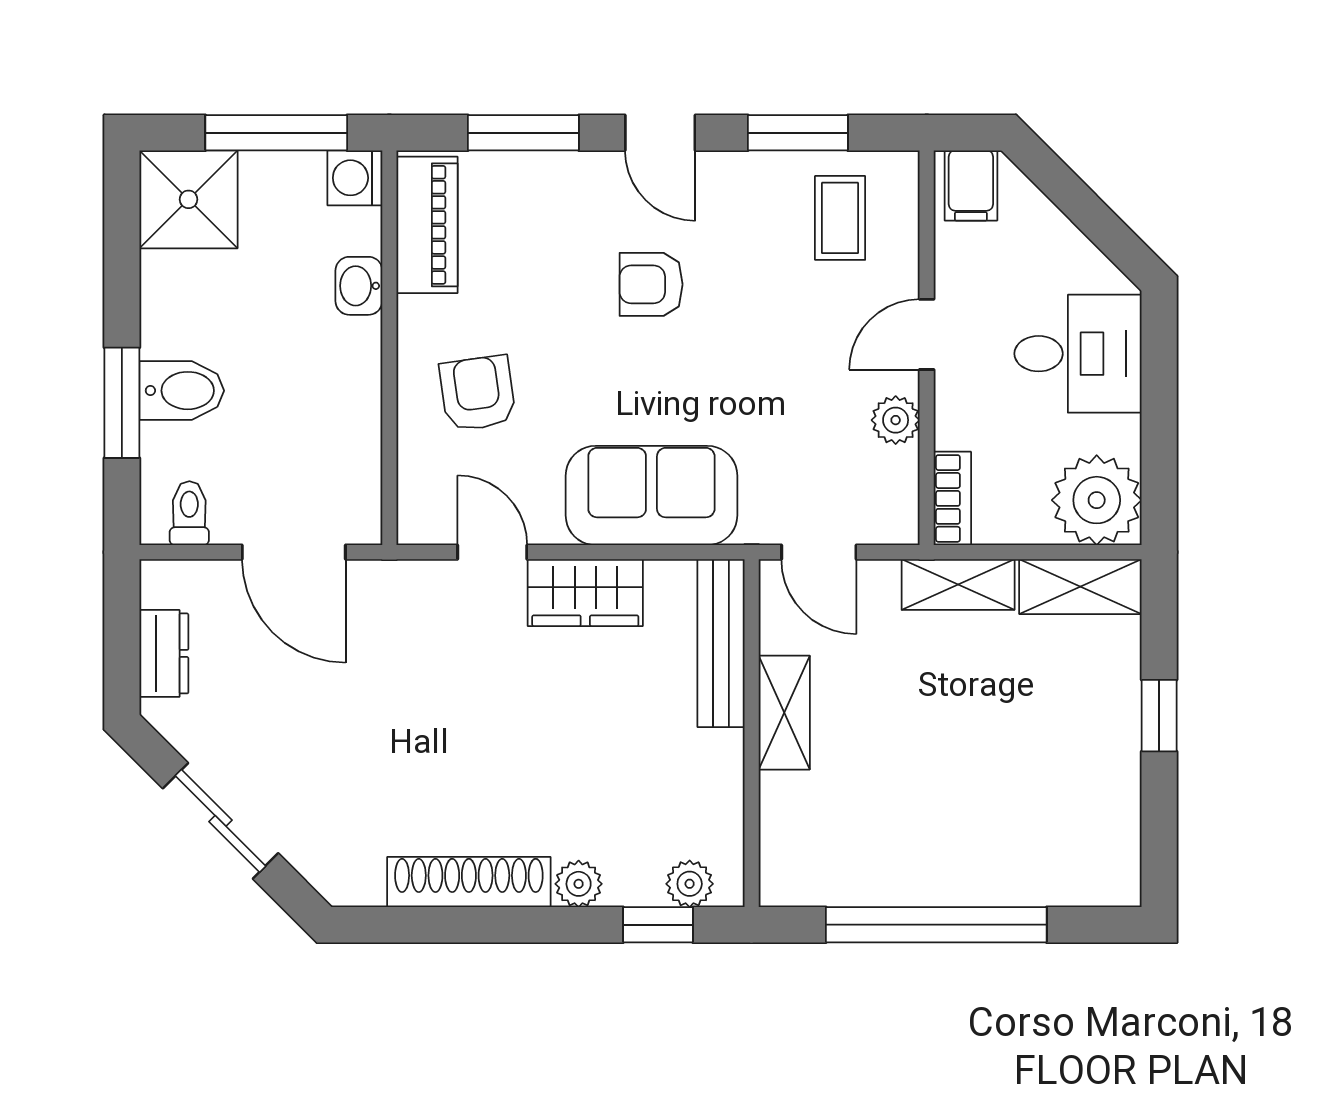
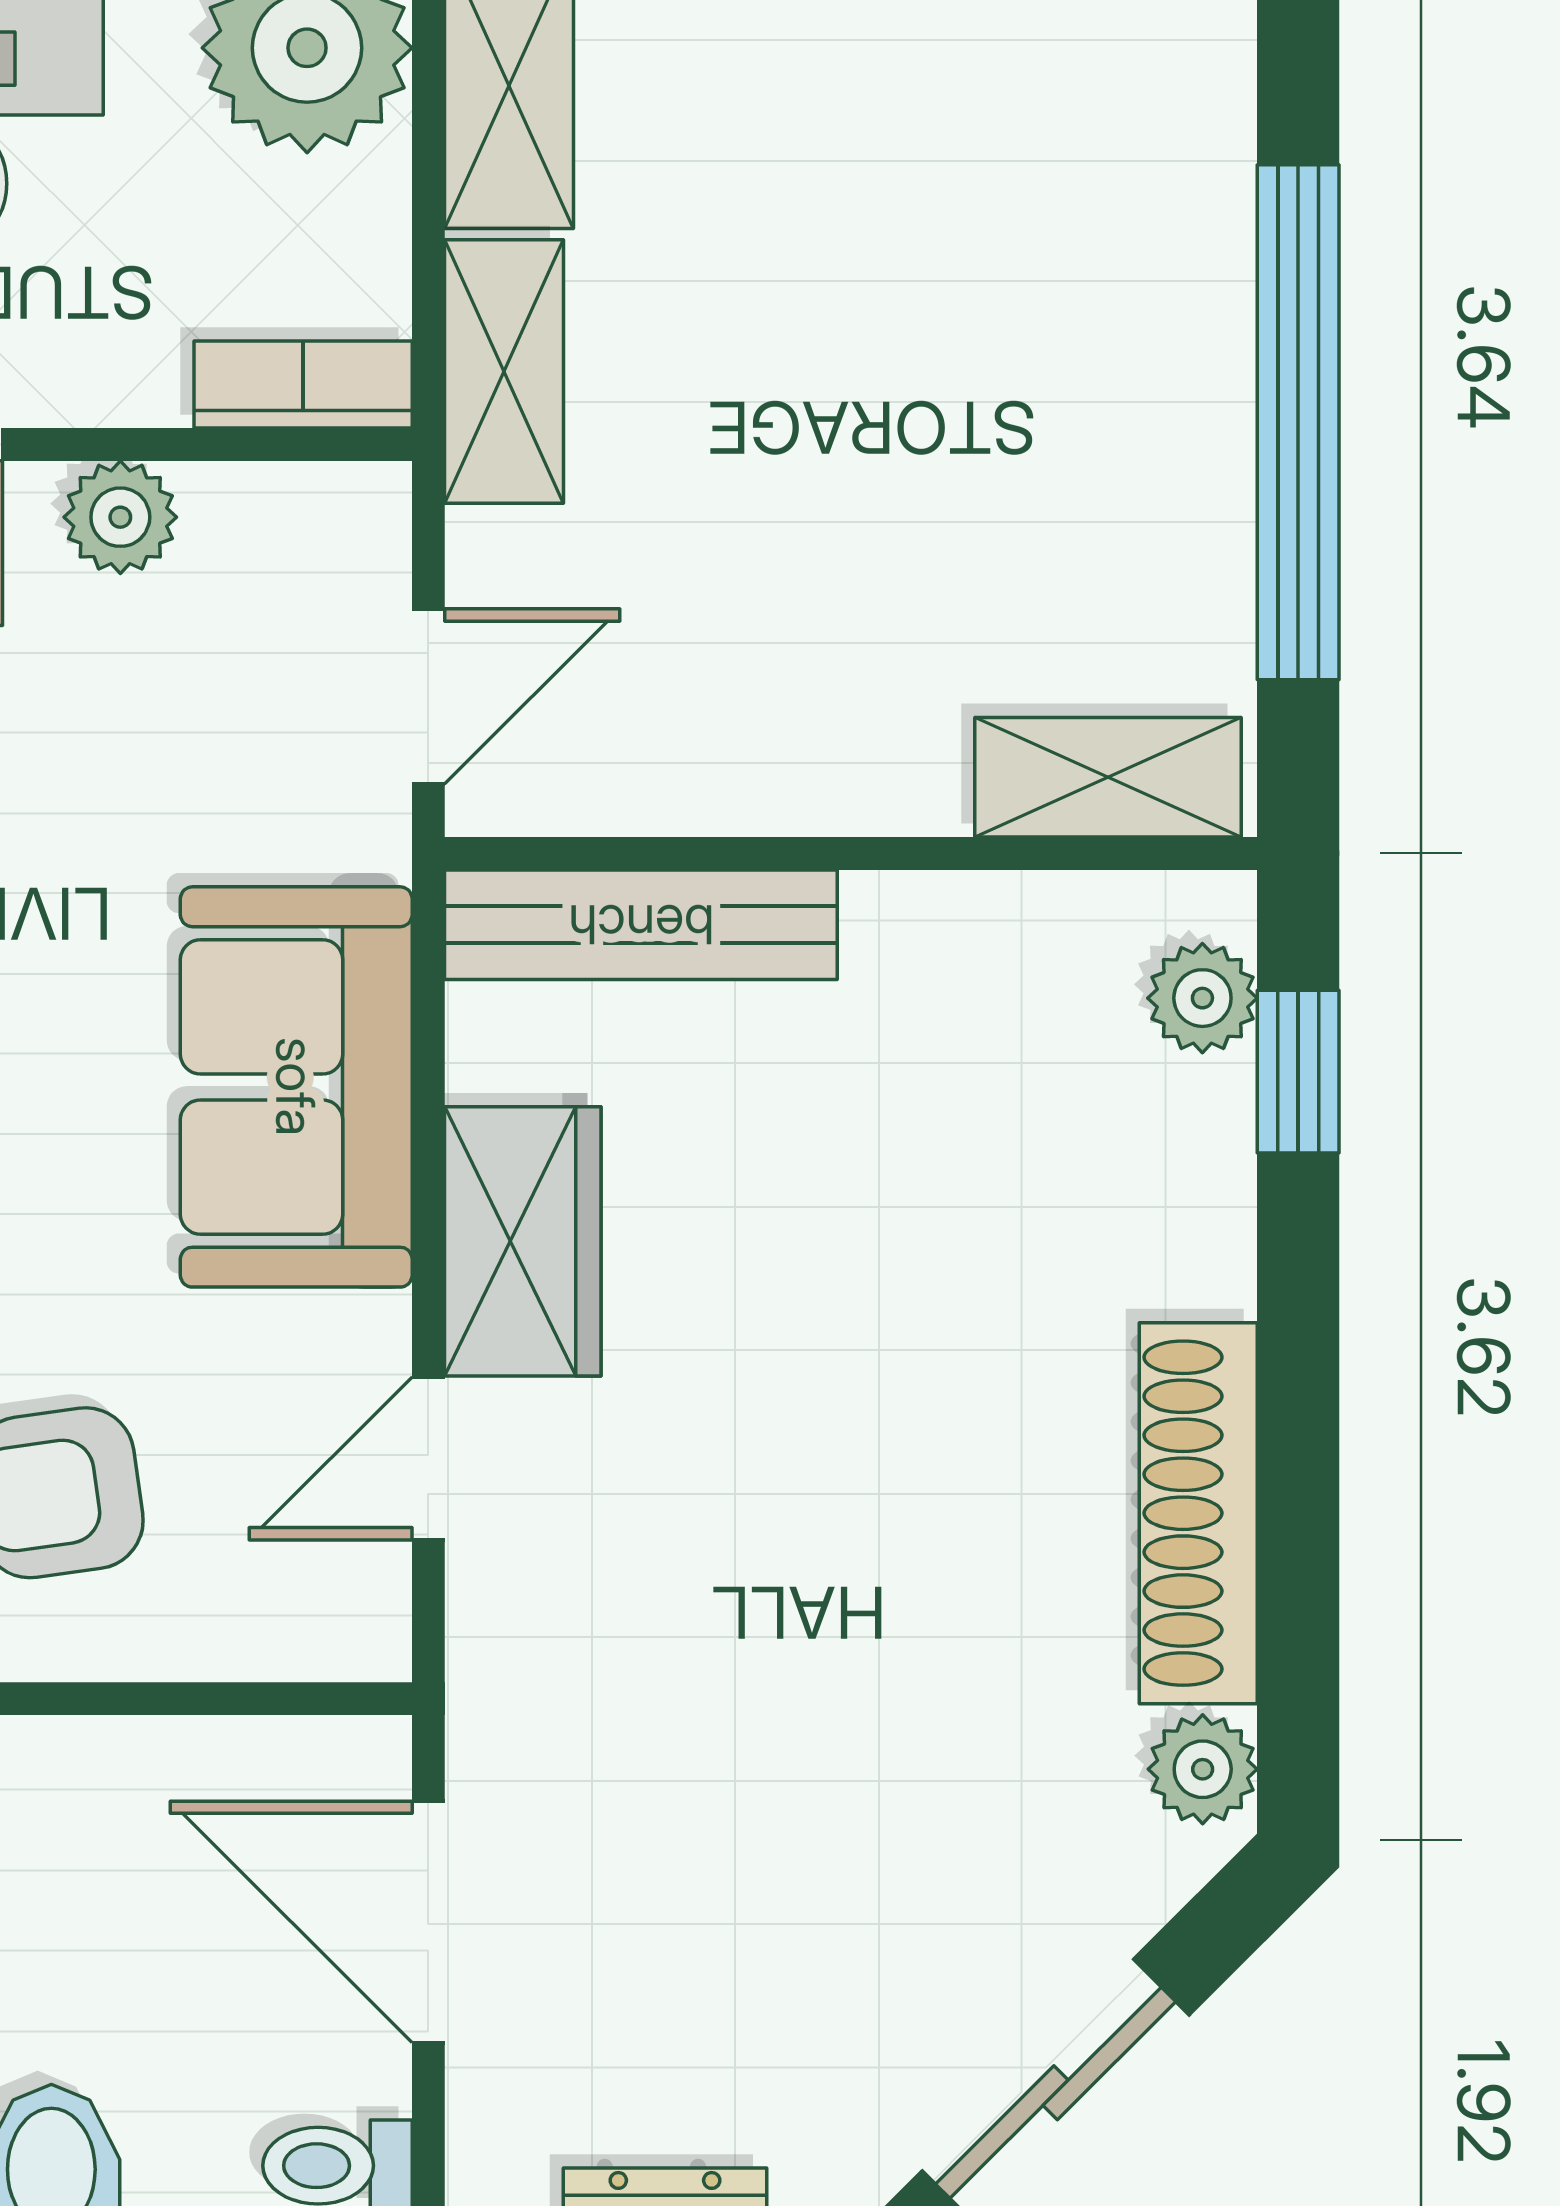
door: (294, 552) -> (428, 1922), swing flipped
shelving: (784, 713) -> (1108, 777), moved
plant: (579, 884) -> (1203, 1769), moved

